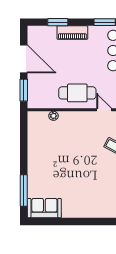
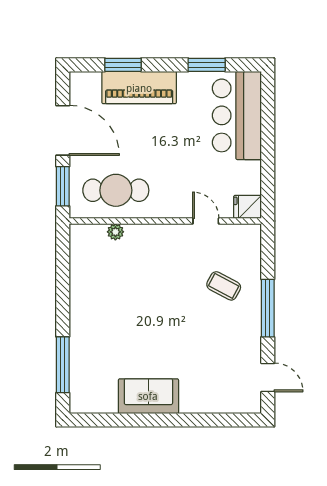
piano: (72, 33) -> (139, 88), width x1.37, depth x1.33
cafe table: (77, 93) -> (116, 190), moved
sofa: (44, 208) -> (148, 396), moved

